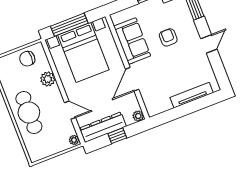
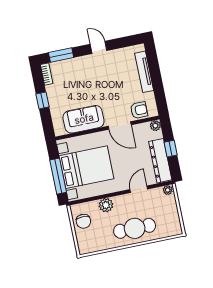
armchair: (168, 37) -> (139, 110), moved, turned 180

